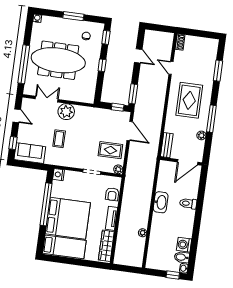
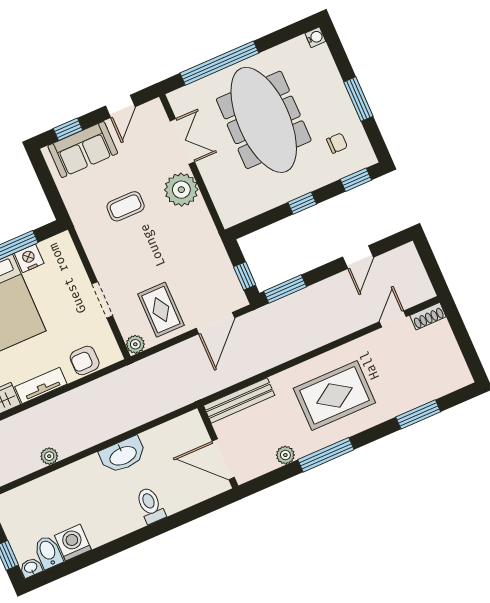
door: (171, 68) -> (393, 319), moved
bench: (167, 145) -> (239, 400), width x1.36
sofa: (30, 153) -> (83, 150), moved, turned 90
nightstand: (59, 175) -> (29, 258), moved

